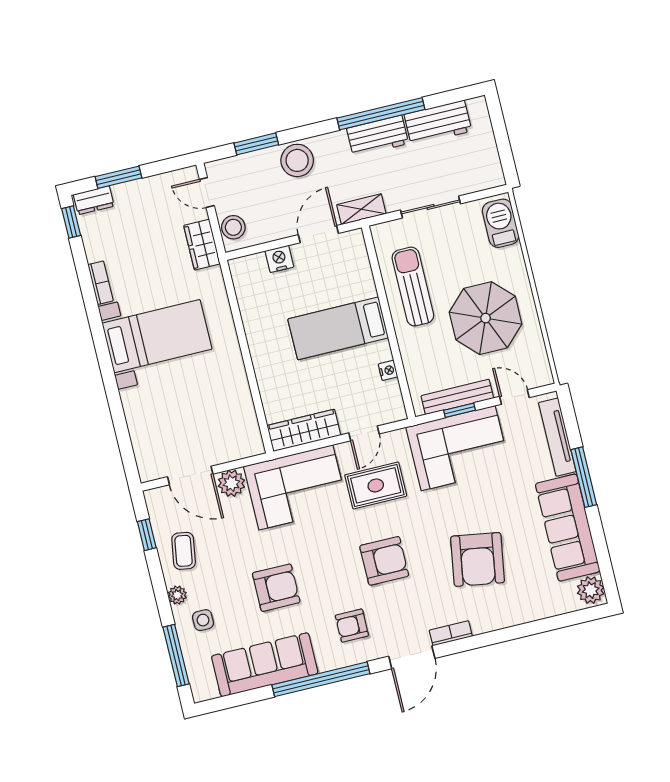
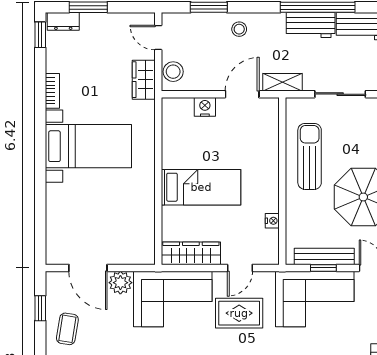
stool: (297, 160) -> (239, 29), width x0.53, depth x0.53
bed: (338, 328) -> (201, 187), moved, turned 180

